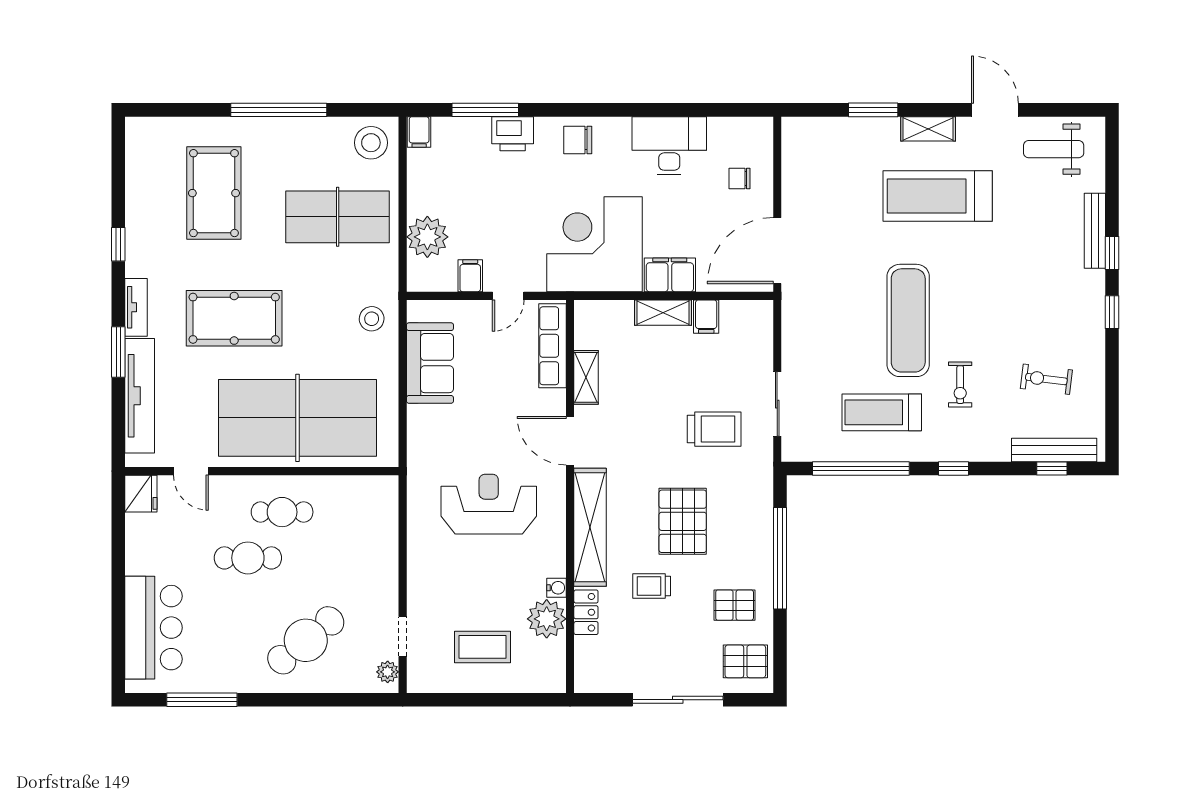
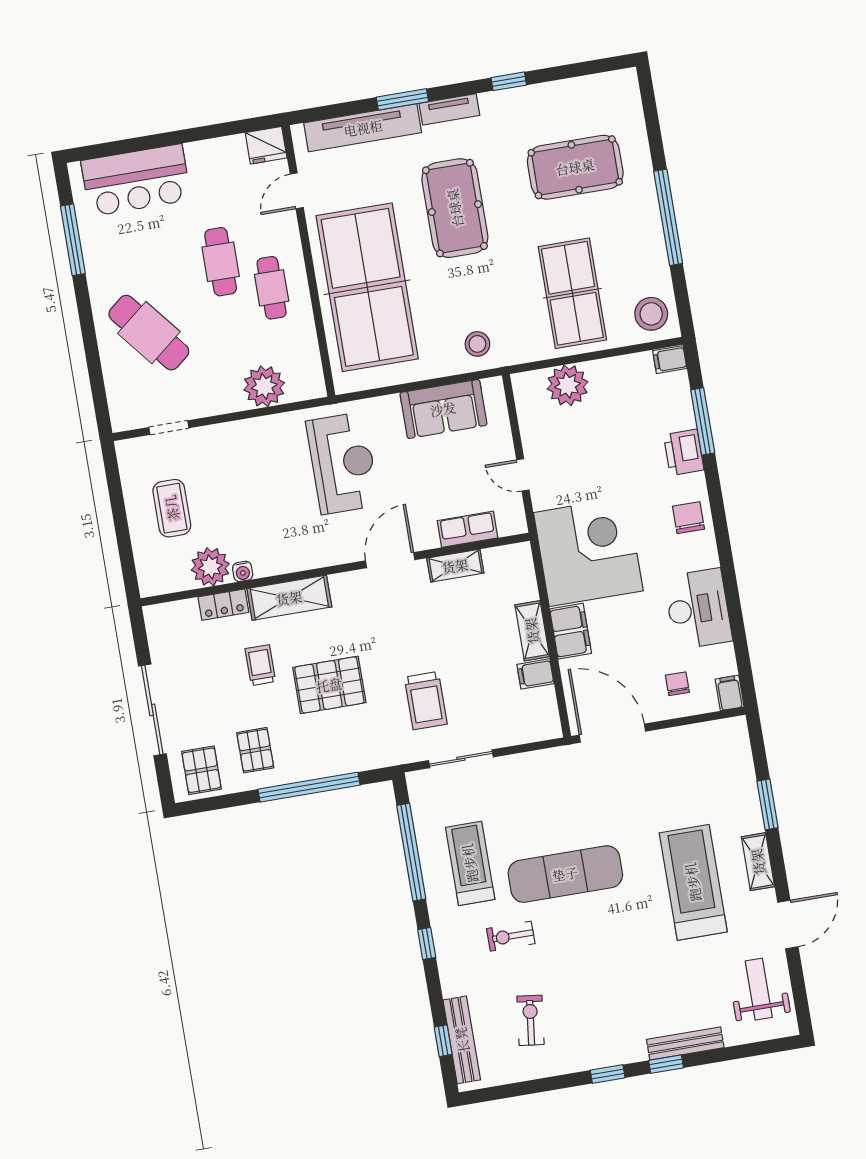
filing cabinet: (470, 276) -> (730, 693), moved, turned -90
row of seats: (552, 346) -> (468, 529), width x0.68
reception desk: (489, 504) -> (343, 463), moved
shelving: (590, 527) -> (289, 598), width x0.68
plant: (388, 672) -> (264, 386), moved, width x1.87, depth x1.87

